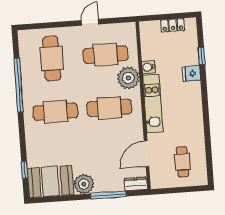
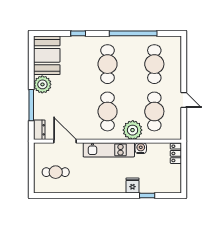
locker: (173, 25) -> (176, 153), moved
cafe table: (52, 59) -> (154, 64), turned 90
window: (25, 170) -> (78, 33), moved

